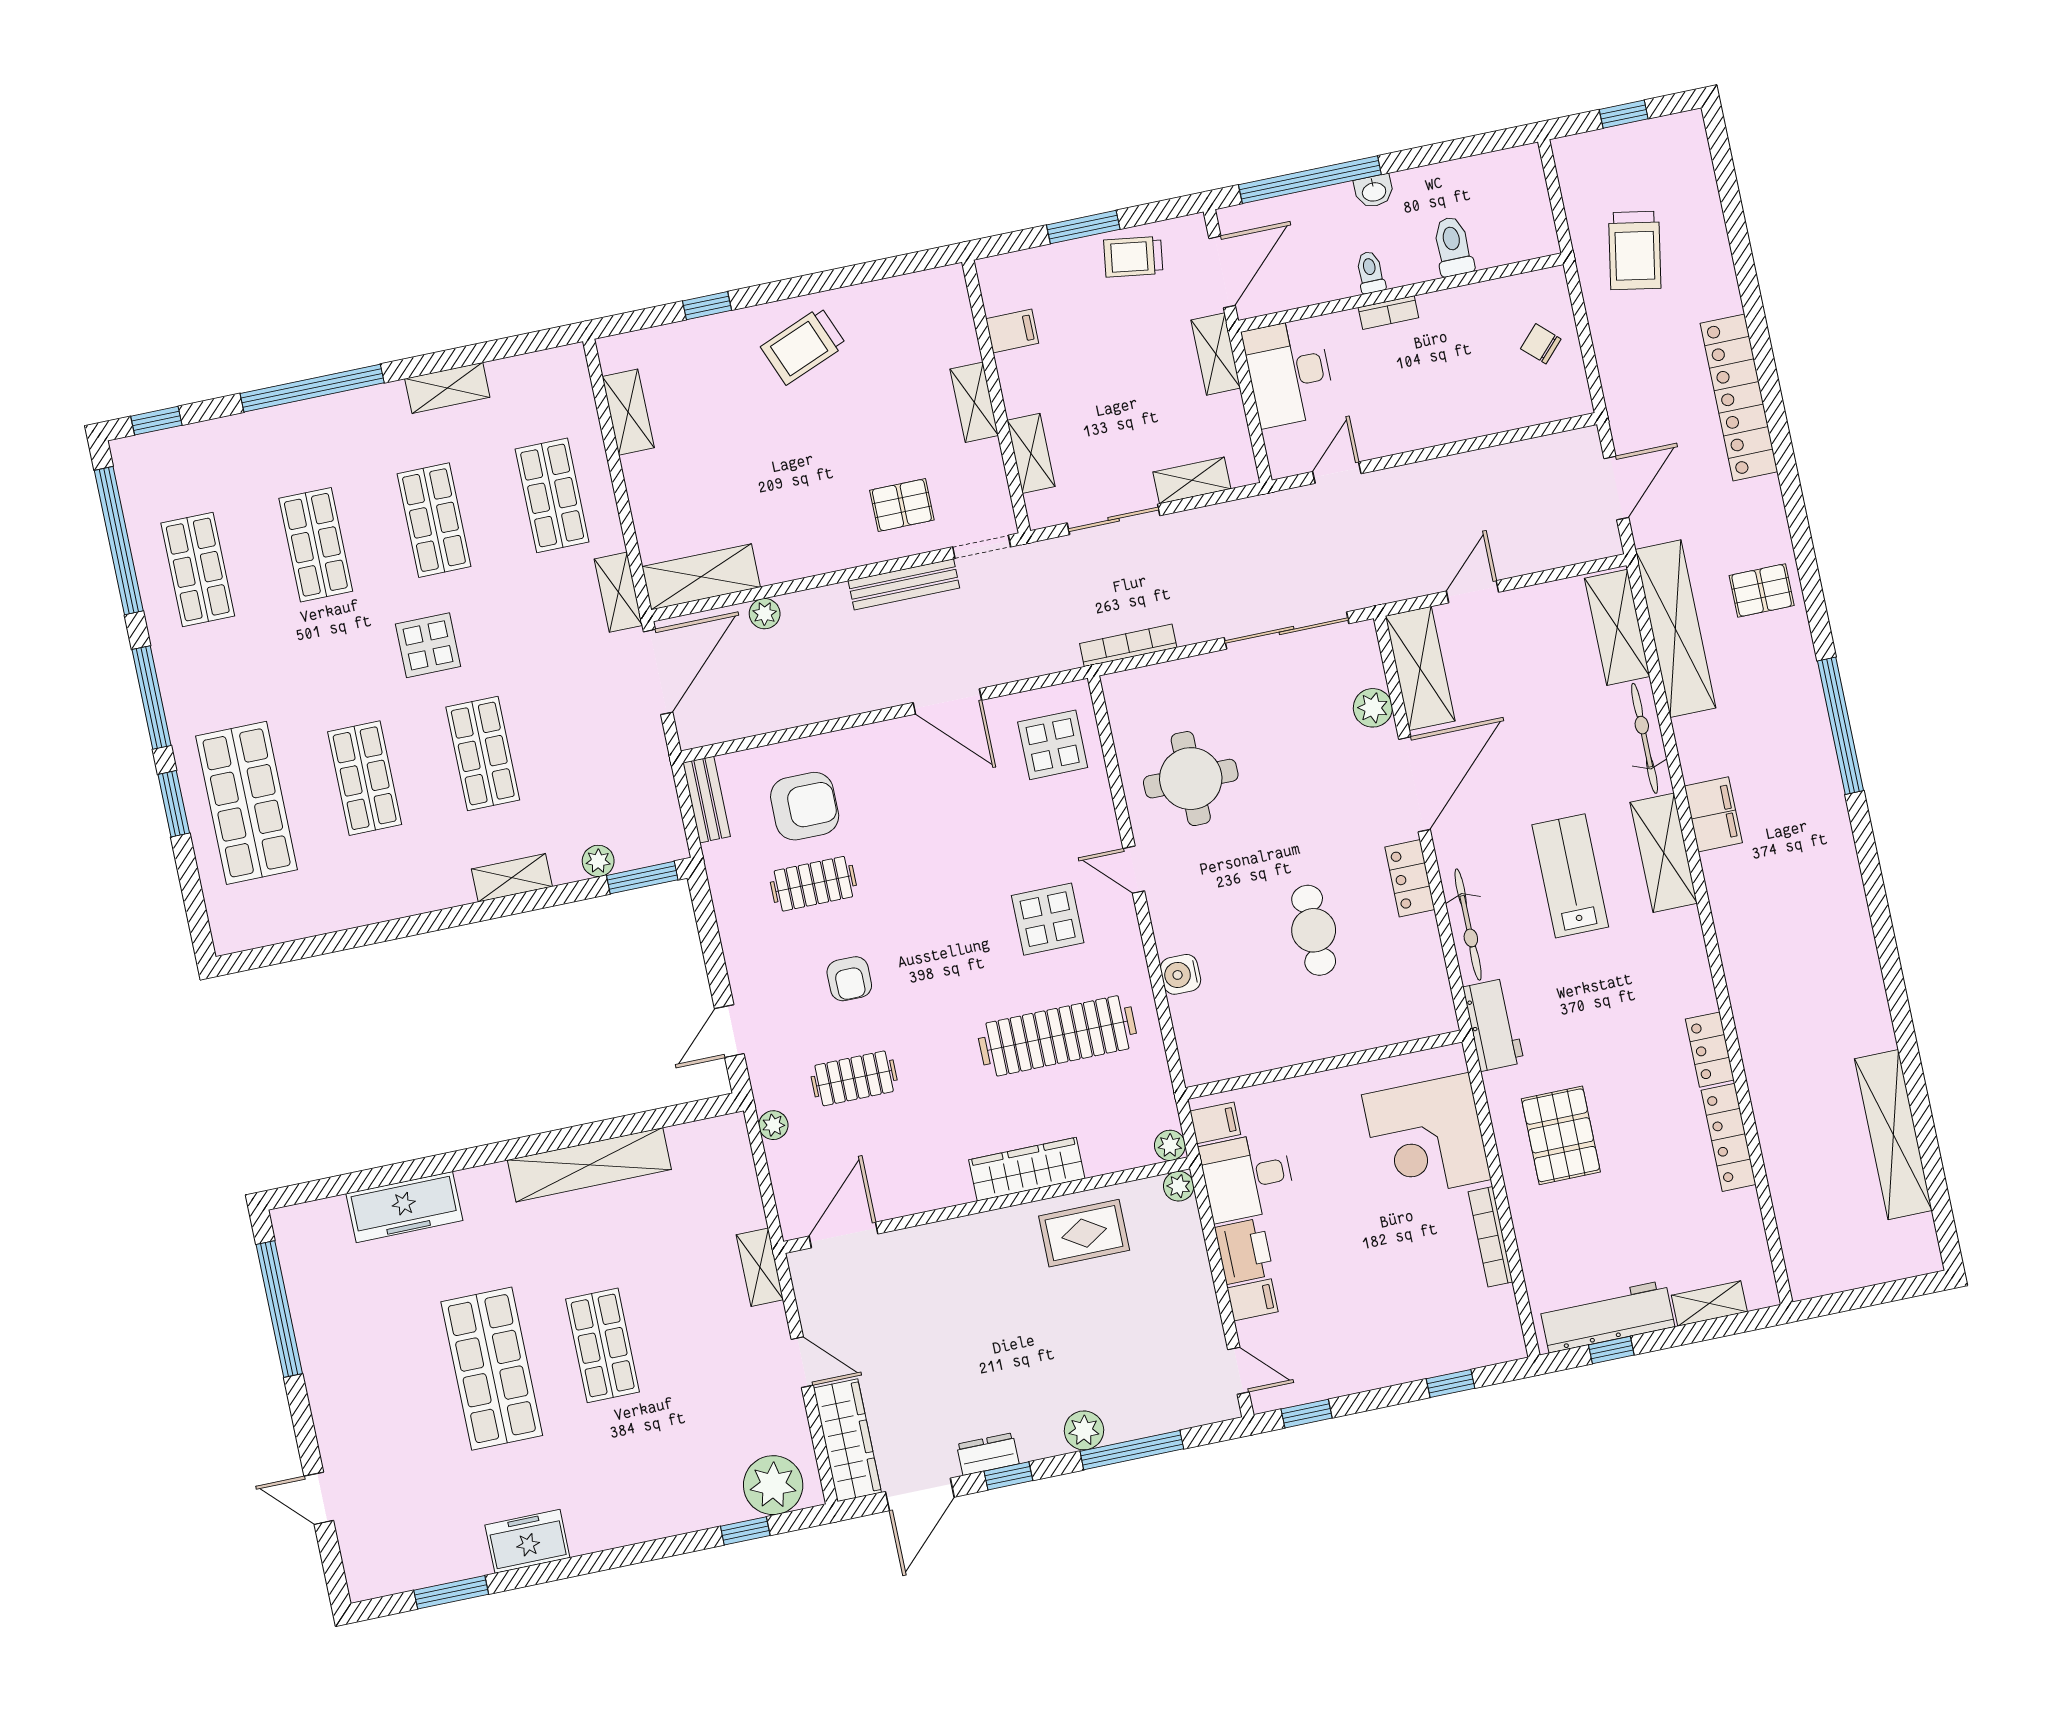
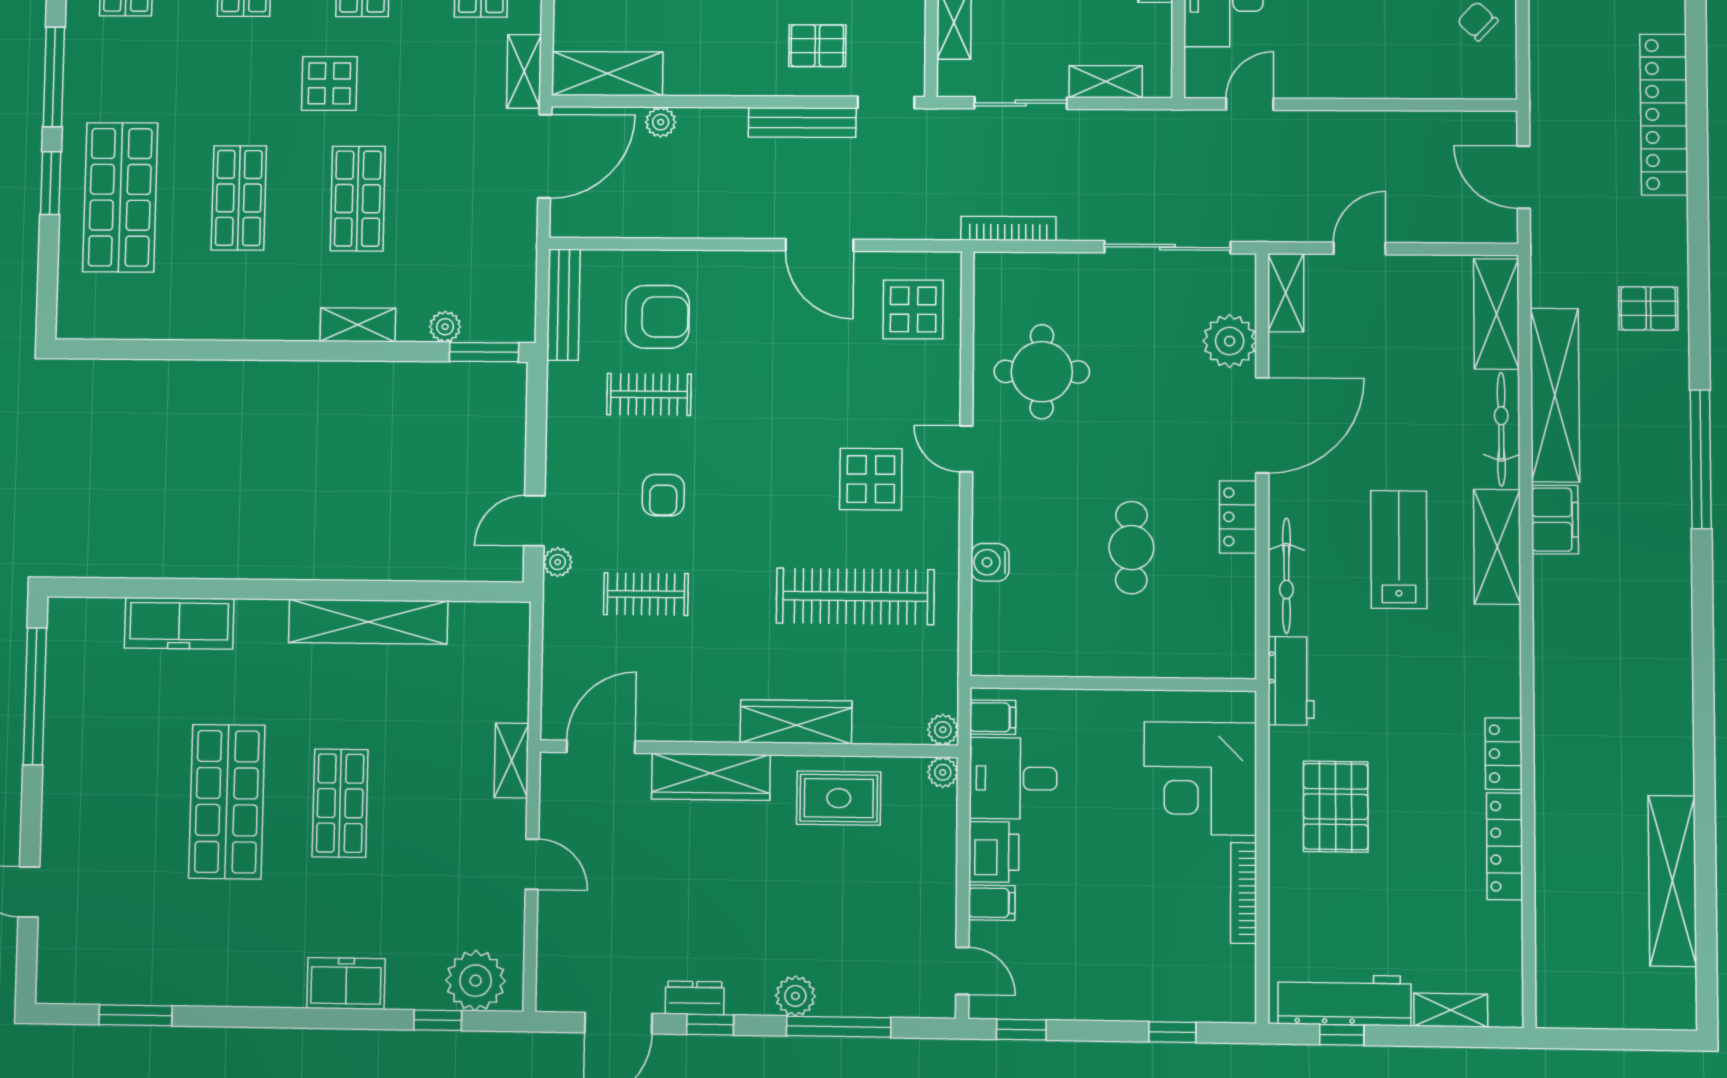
door: (1616, 488) -> (1524, 177), swing flipped
shelving: (1675, 629) -> (1555, 395), moved
shelving: (1420, 668) -> (1286, 293), width x0.67, depth x0.75
plant: (1373, 708) -> (1230, 341), width x1.36, depth x1.36
bench: (707, 800) -> (563, 305), width x1.36
plant: (773, 1125) -> (558, 562), moved
wardrobe: (847, 1440) -> (711, 777), moved, turned 90
freezer: (527, 1541) -> (346, 983), moved

